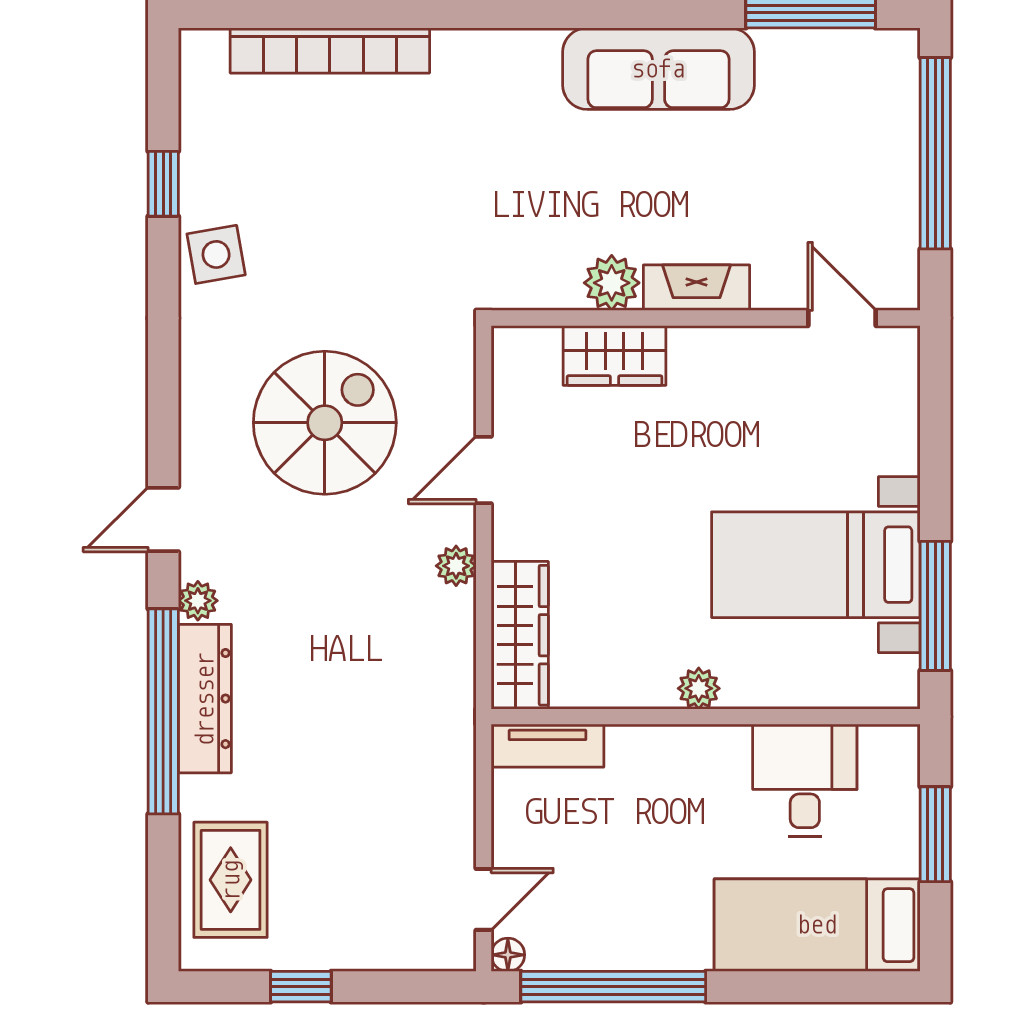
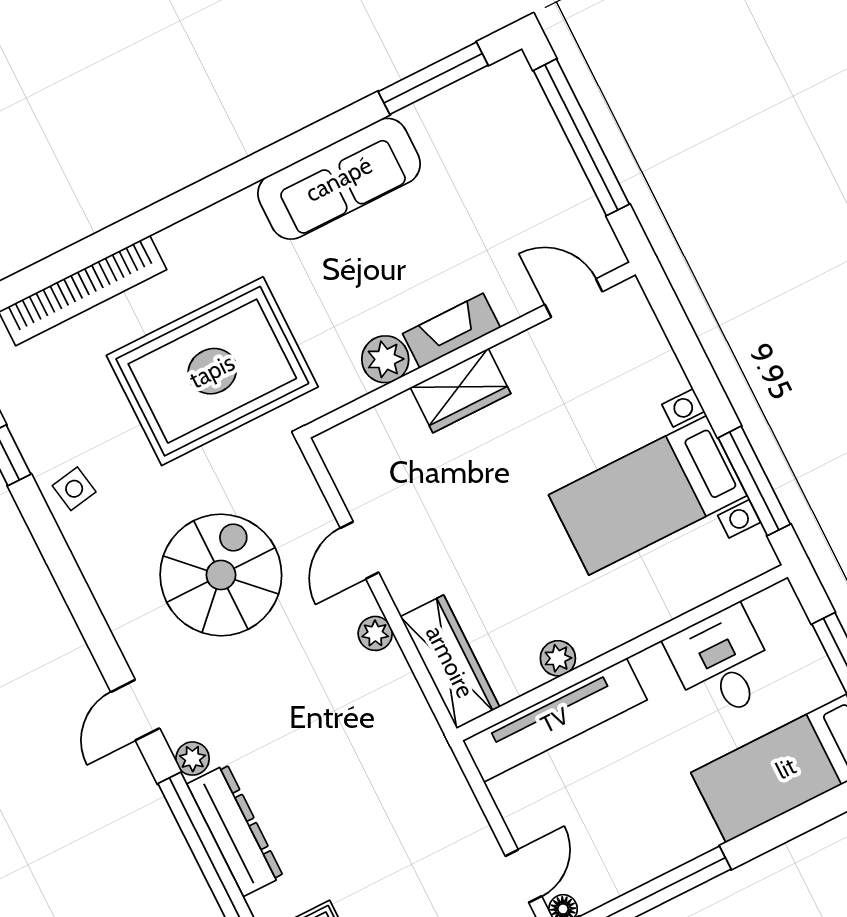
rug: (424, 204) -> (212, 371), added
side table: (216, 254) -> (74, 489), width x0.73, depth x0.73
wardrobe: (614, 355) -> (460, 391), moved
plant: (699, 688) -> (558, 658), moved
tv unit: (548, 746) -> (555, 720), width x1.92, depth x1.29

